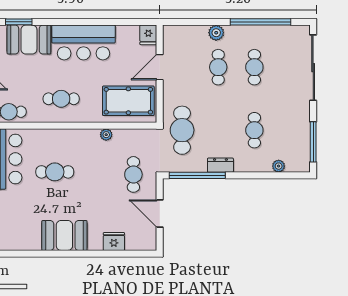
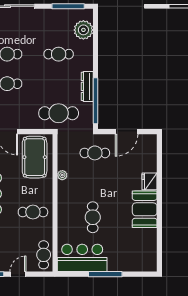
cafe table: (61, 99) -> (33, 212), turned 90
dresser: (220, 165) -> (87, 86), width x1.44
plant: (279, 166) -> (83, 30), width x1.88, depth x1.88
fridge: (114, 242) -> (150, 181), moved

